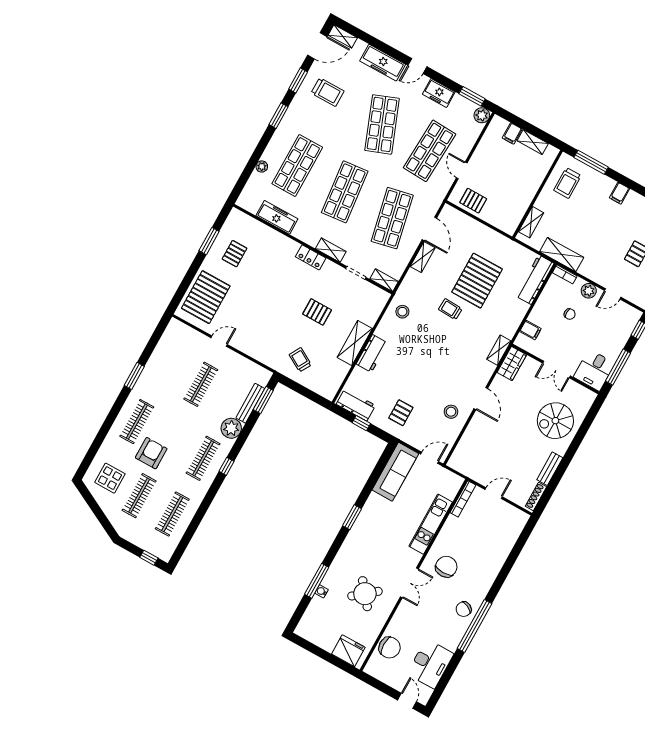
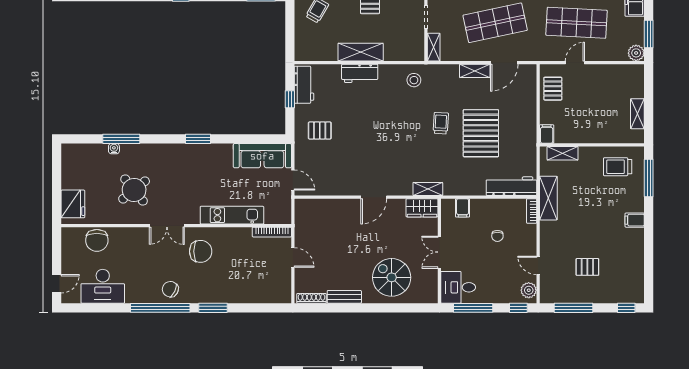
filing cabinet: (512, 134) -> (547, 134), moved, turned 90
pallet: (477, 281) -> (481, 133), turned 90
plant: (589, 291) -> (529, 290), moved
stool: (451, 412) -> (346, 176), removed
window: (499, 582) -> (213, 308), added

